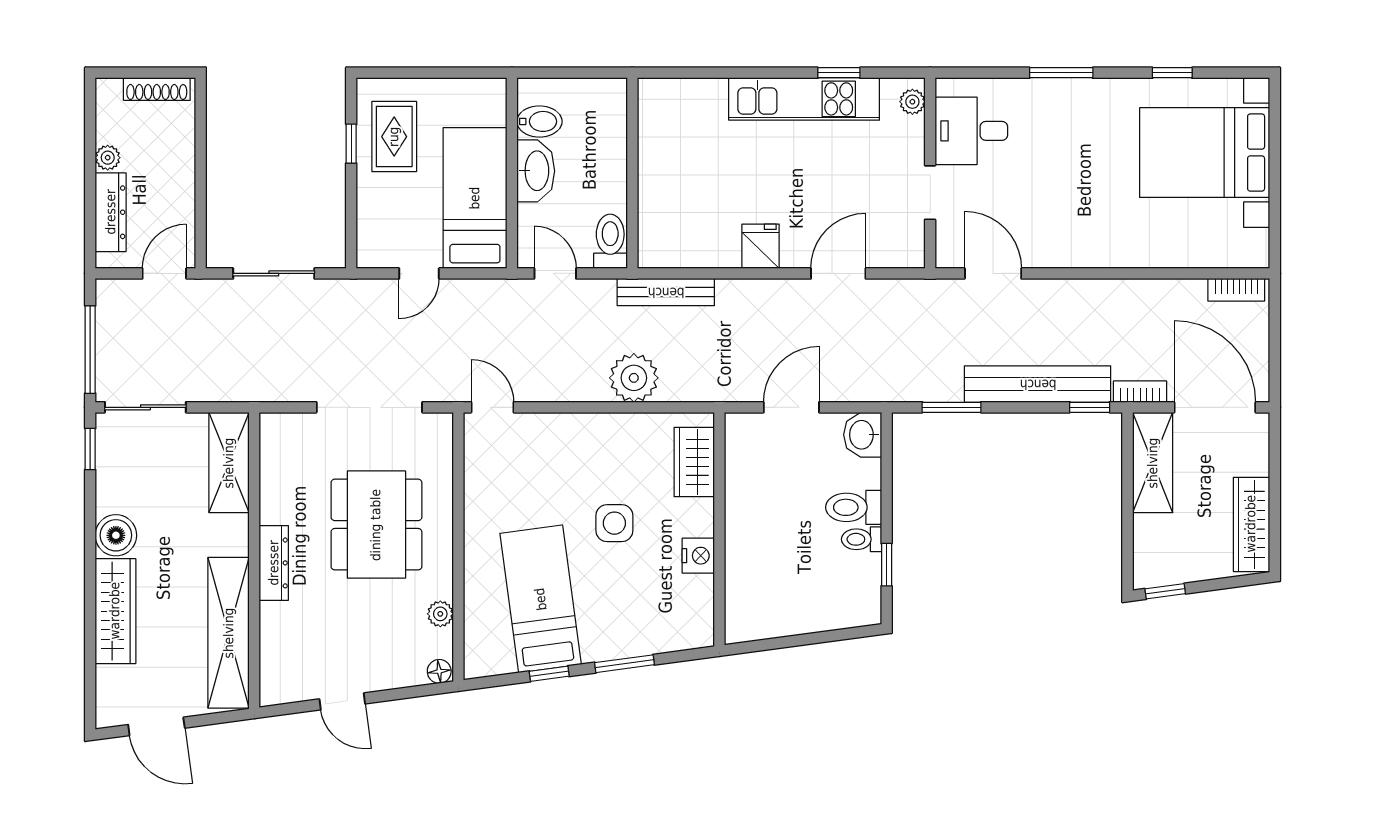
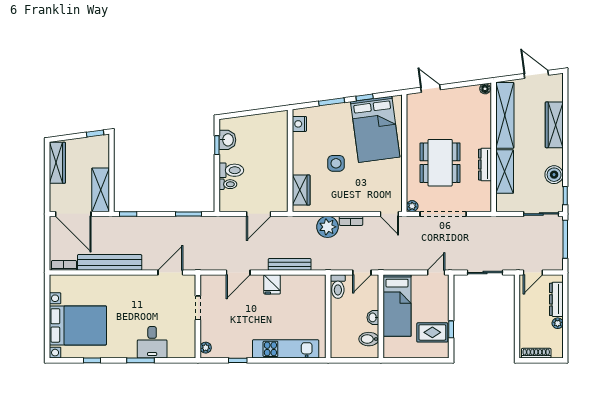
kitchen unit: (804, 99) -> (286, 349), moved
desk: (971, 131) -> (152, 342), moved, turned 90
rug: (394, 137) -> (432, 332), turned 90
washbasin: (536, 171) -> (373, 317), width x0.52, depth x0.69
door: (419, 273) -> (436, 273), moved
door: (555, 273) -> (362, 273), hinge flipped
door: (993, 273) -> (170, 273), swing flipped
bench: (666, 292) -> (290, 264), moved
bench: (1038, 384) -> (110, 262), moved
bookcase: (1140, 392) -> (351, 221), moved
washbasin: (863, 435) -> (227, 140), moved
shelving: (229, 463) -> (505, 172), moved
boiler: (116, 535) -> (554, 175), moved
toilet: (862, 539) -> (228, 184), moved
nightstand: (698, 556) -> (299, 124), moved
dresser: (274, 563) -> (485, 165), moved
bed: (541, 599) -> (375, 129), width x1.50
plant: (440, 614) -> (412, 206), moved
floor lamp: (439, 671) -> (485, 89), moved
door: (342, 701) -> (431, 89), moved

